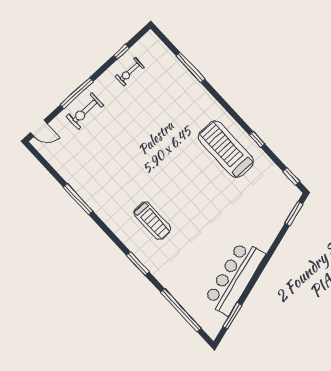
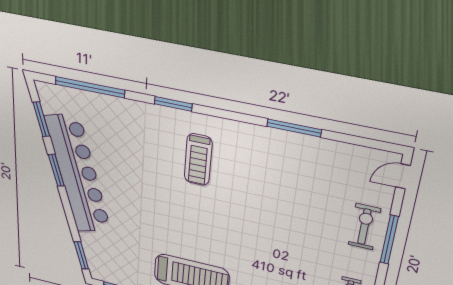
treadmill: (152, 221) -> (198, 160), turned -90
bar counter: (234, 278) -> (78, 174), width x1.36
window: (254, 279) -> (56, 170), added

